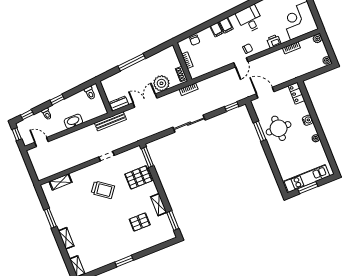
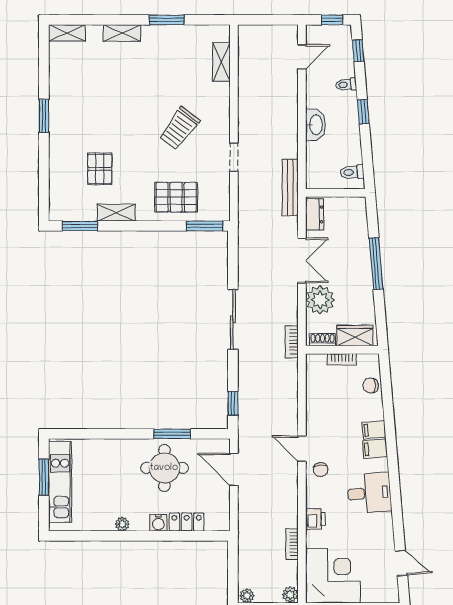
wardrobe: (173, 58) -> (355, 336), added
door: (265, 93) -> (234, 469), swing flipped
locker: (296, 93) -> (187, 522), moved
pallet: (138, 177) -> (176, 197), turned 90

